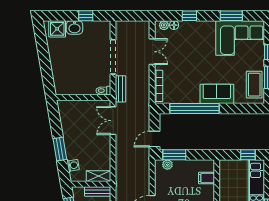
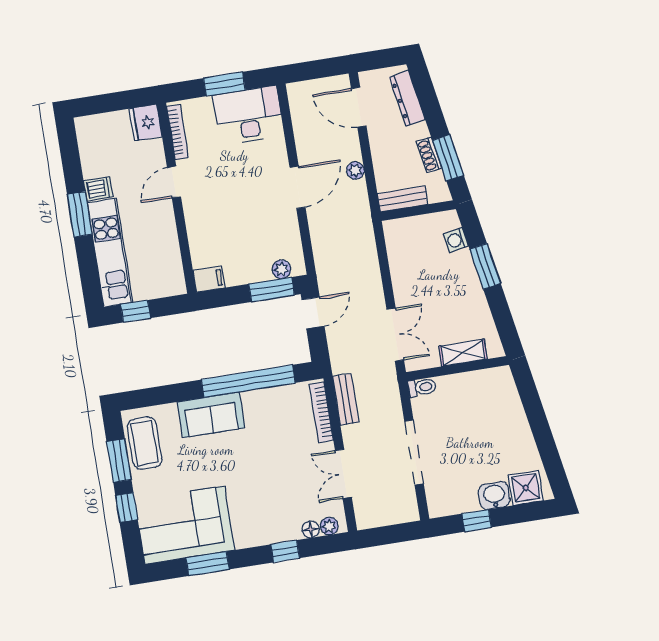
bench: (121, 89) -> (346, 399), moved
shelving: (98, 176) -> (463, 353), moved
filing cabinet: (206, 178) -> (209, 279), moved

